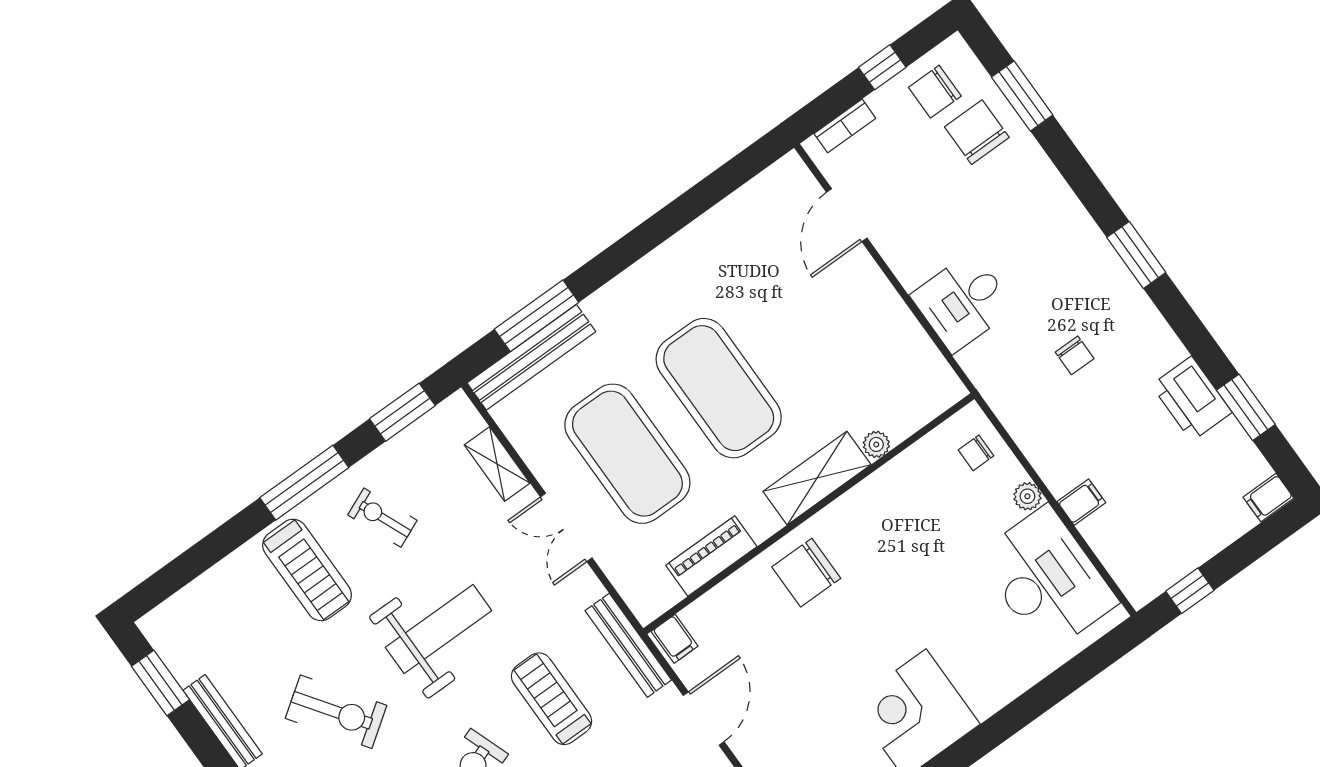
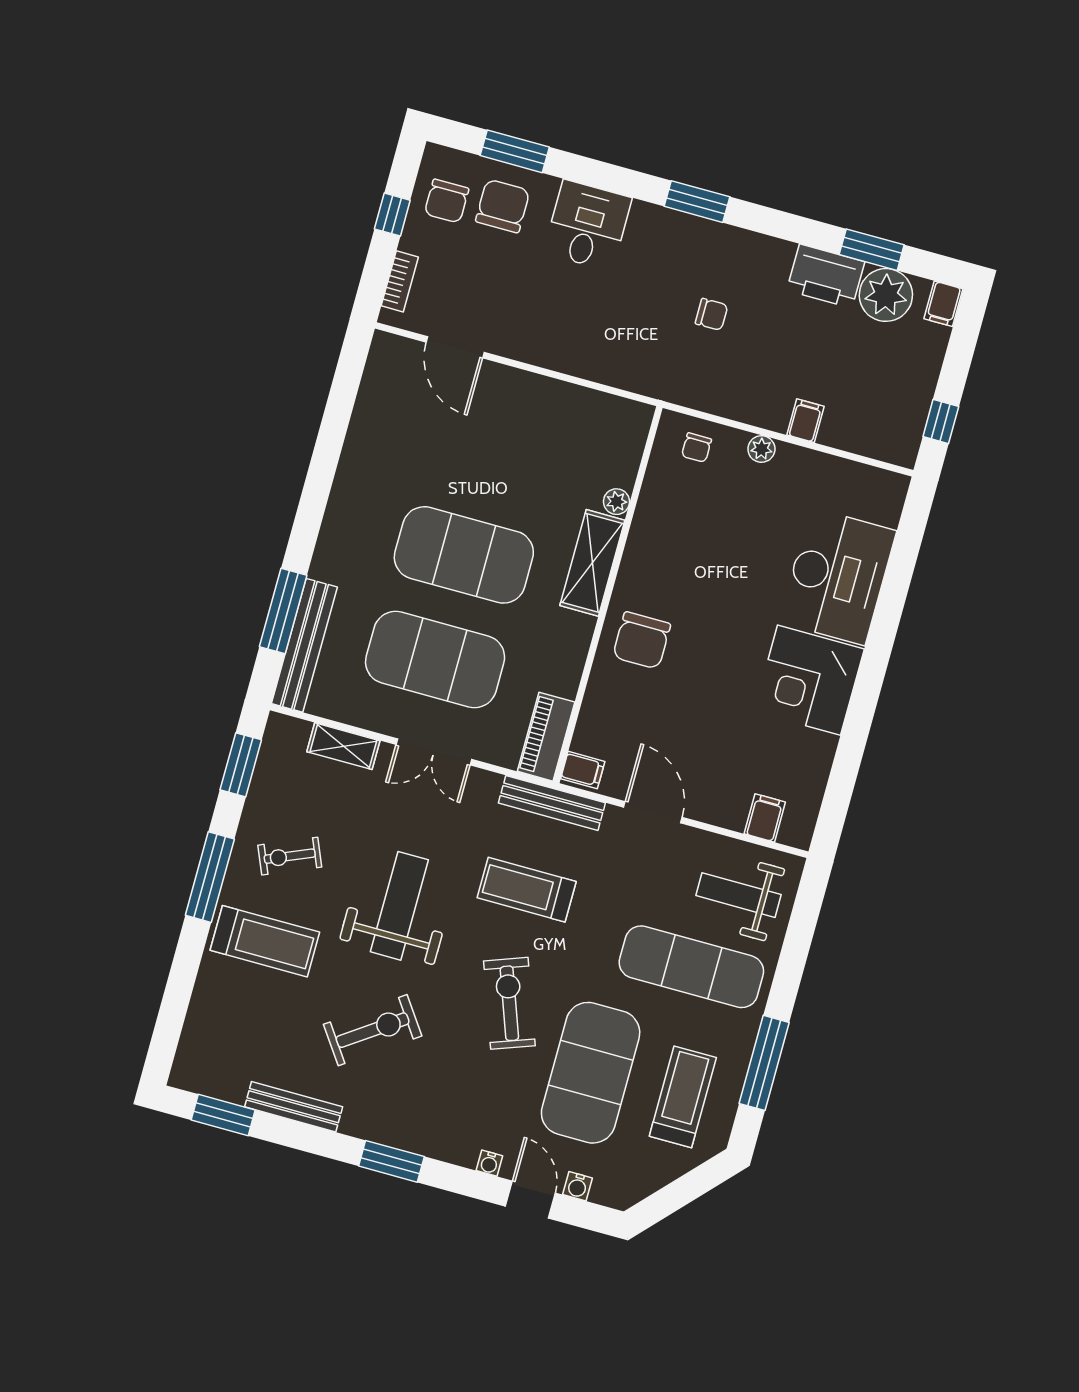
chair: (977, 132) -> (503, 206), turned 90
desk: (963, 302) -> (588, 225), moved, turned 180
plant: (1228, 453) -> (886, 295), added
piano: (711, 556) -> (546, 737), moved
desk: (1047, 579) -> (838, 576), moved, turned 90

